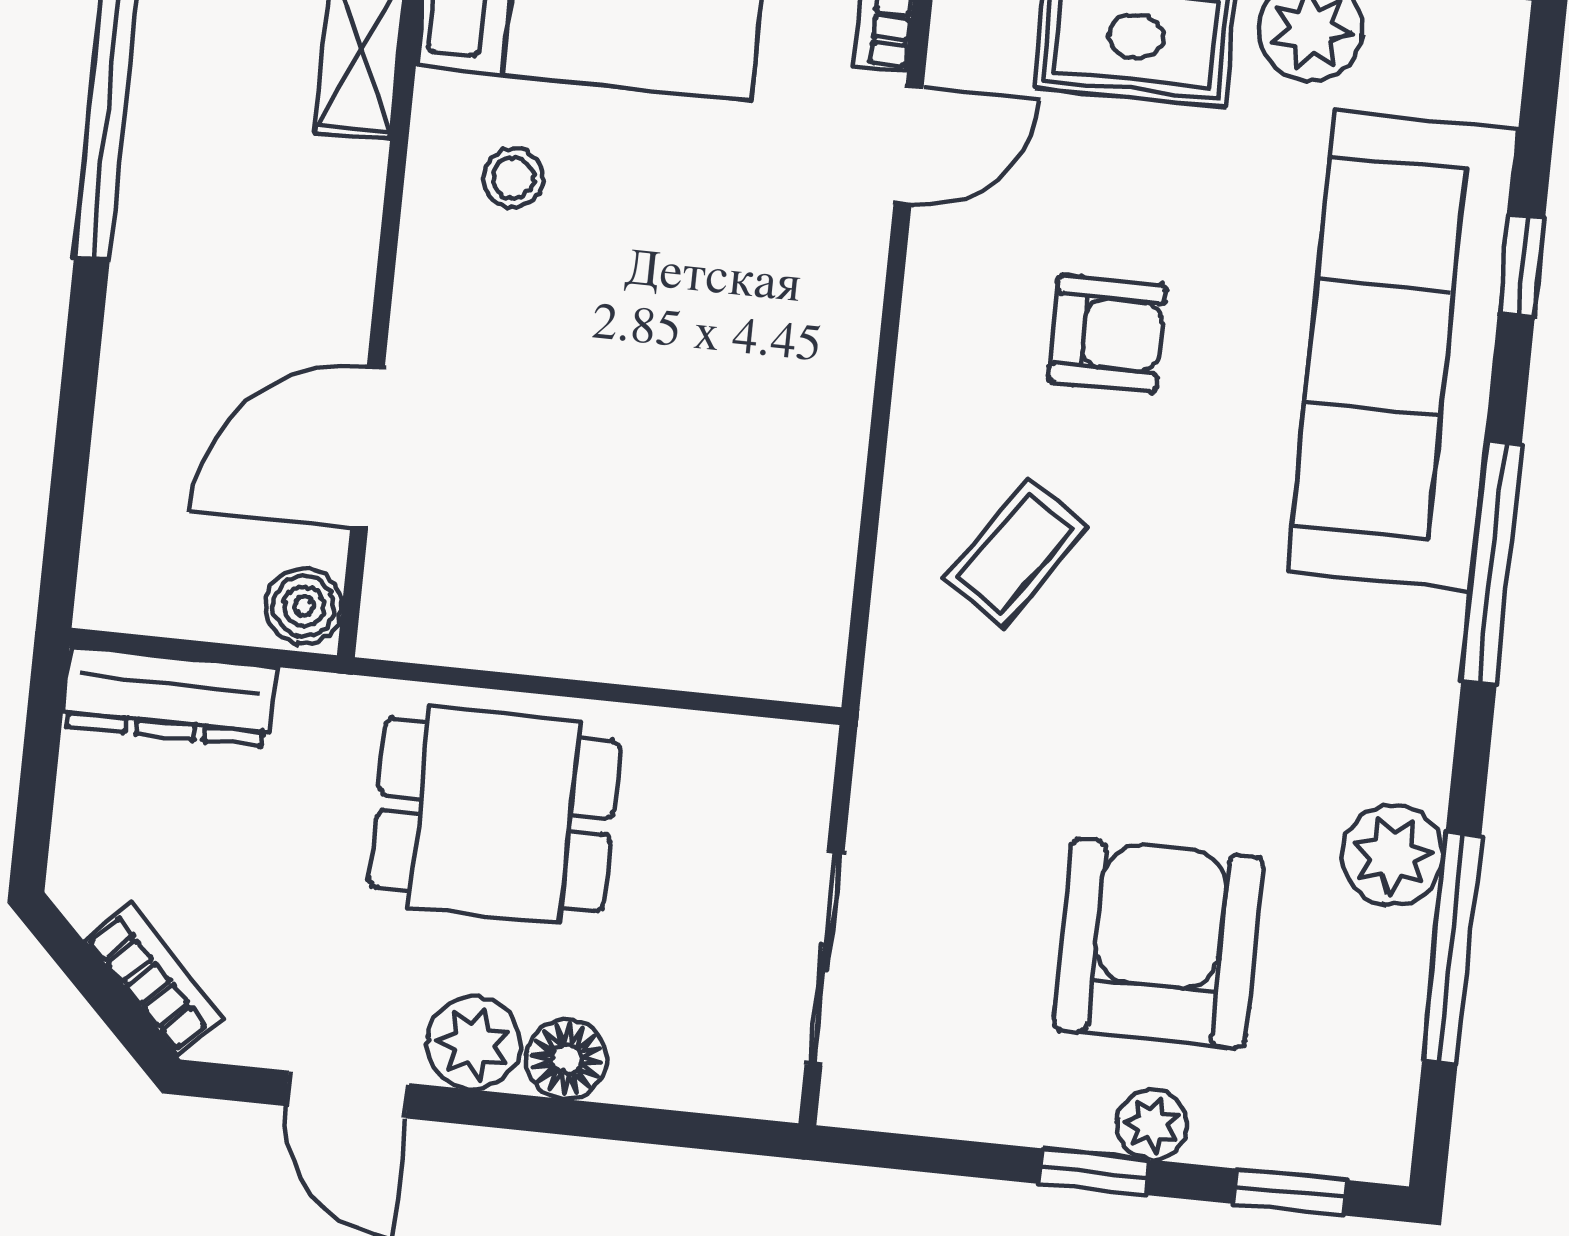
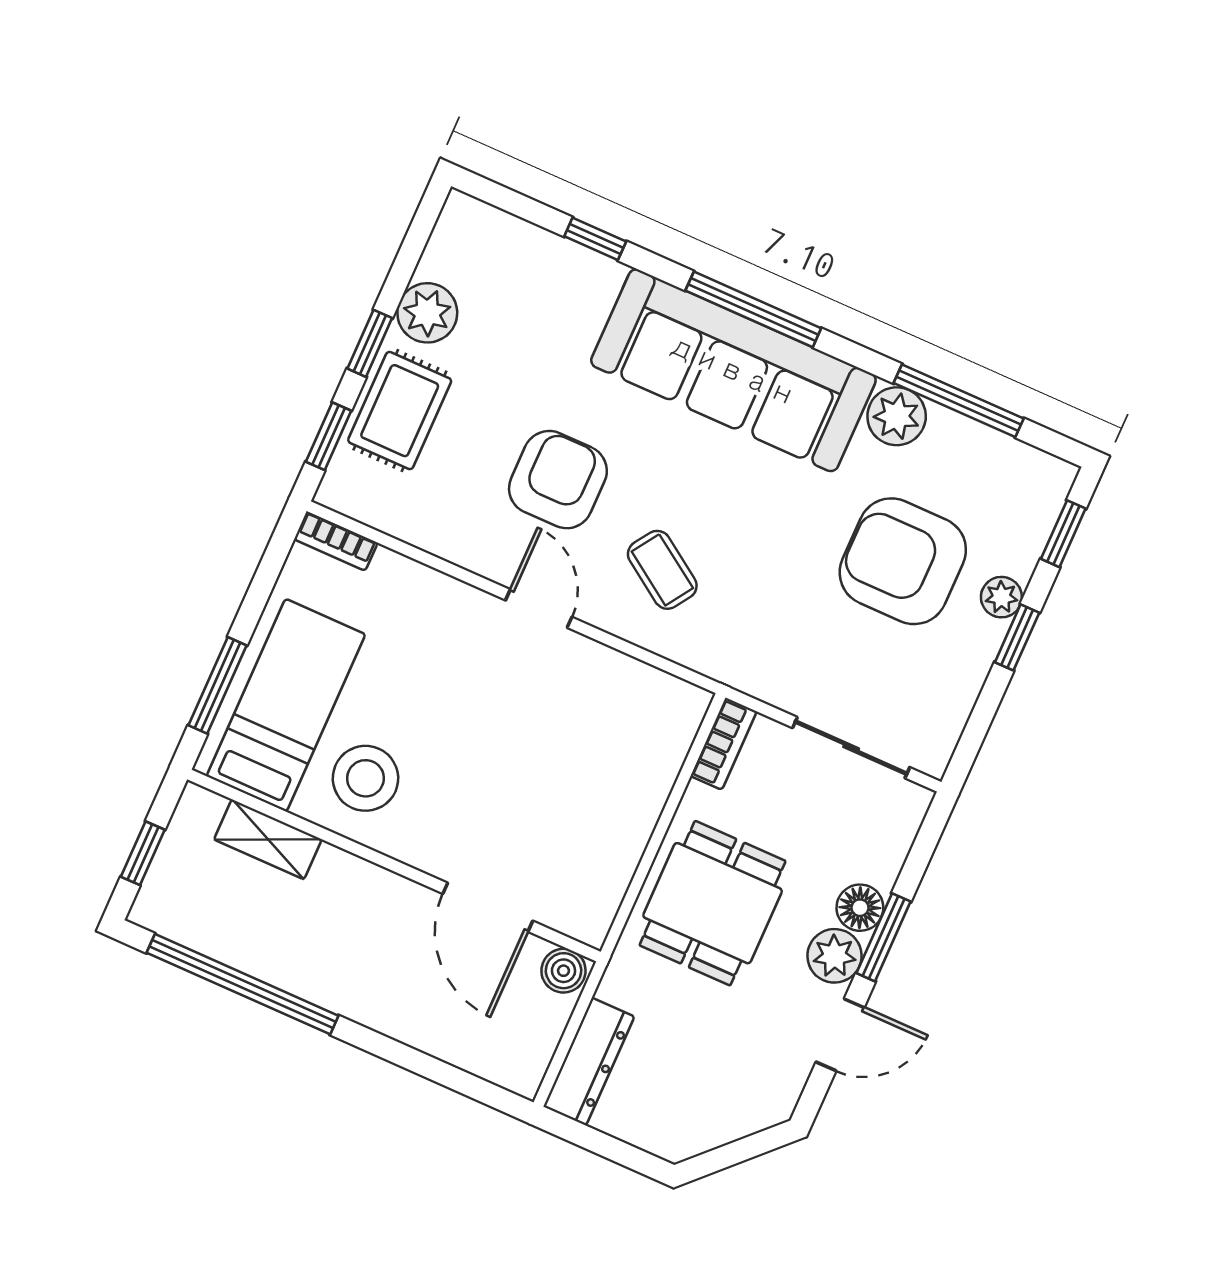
door: (908, 146) -> (539, 609), moved
stool: (514, 178) -> (365, 778), width x1.89, depth x1.89
armchair: (1107, 333) -> (558, 480), width x1.38, depth x1.38
sofa: (1403, 350) -> (733, 370), moved
bookcase: (153, 979) -> (724, 744), moved, turned 135
window: (531, 1114) -> (884, 937), added

